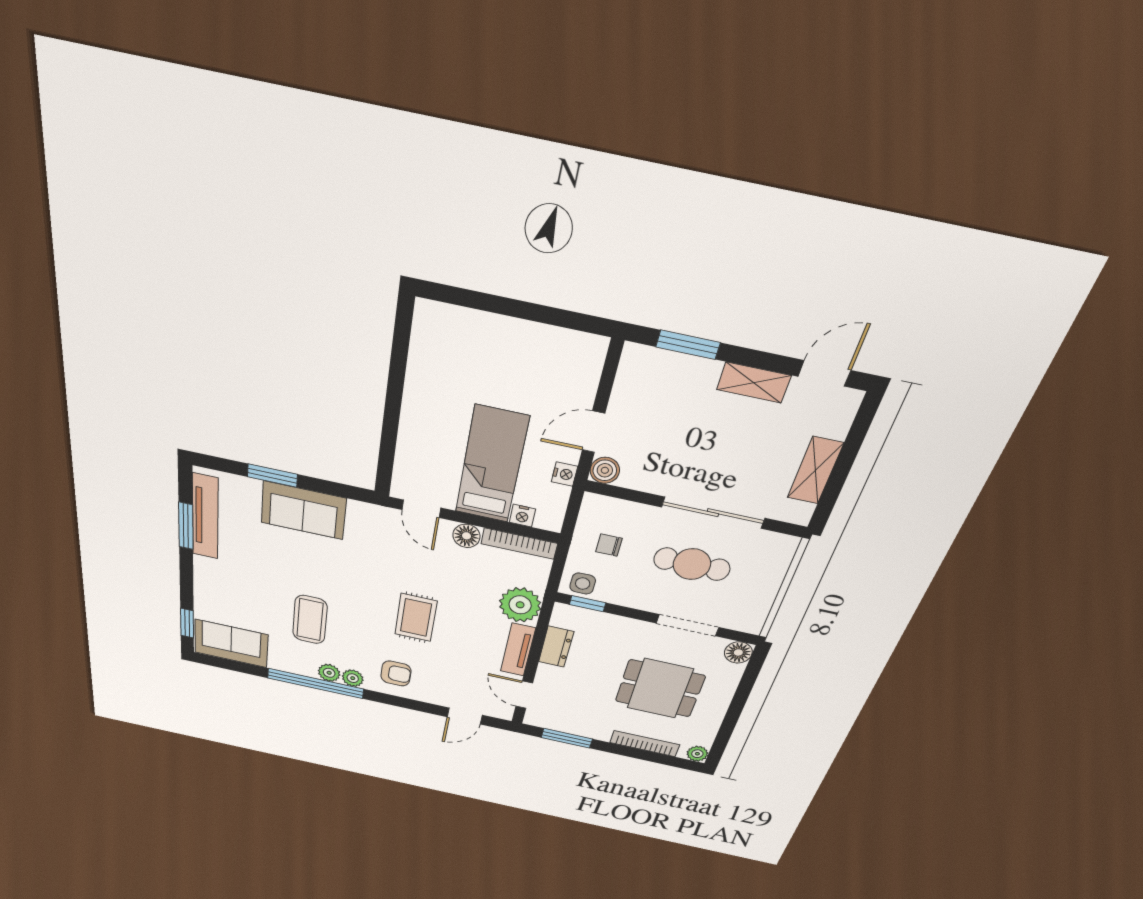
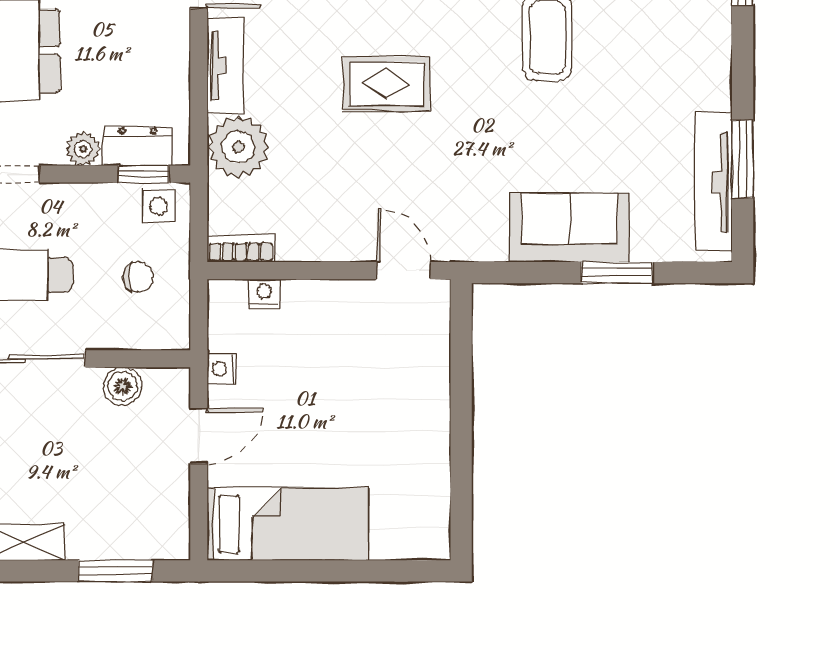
bed: (492, 465) -> (288, 524), moved, turned -90
boiler: (605, 470) -> (123, 386), moved
floor lamp: (466, 536) -> (335, 243), removed
bookcase: (519, 544) -> (241, 249), width x0.64
rug: (416, 618) -> (386, 84), turned 90
plant: (624, 626) -> (83, 149), added
dresser: (556, 647) -> (138, 146), moved, turned 90

